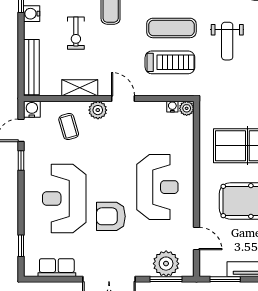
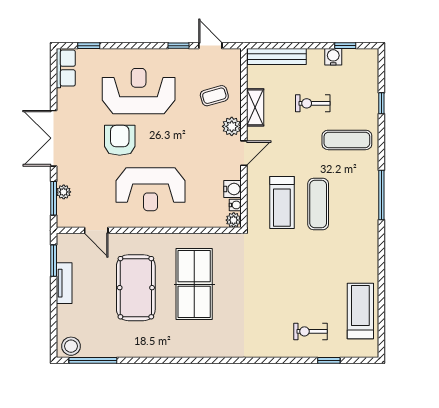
weight bench: (227, 41) -> (304, 263), removed
water cooler: (32, 109) -> (233, 189), moved
door: (197, 239) -> (96, 230), hinge flipped
plant: (166, 264) -> (64, 192), width x0.53, depth x0.53
row of seats: (57, 268) -> (66, 68), moved

